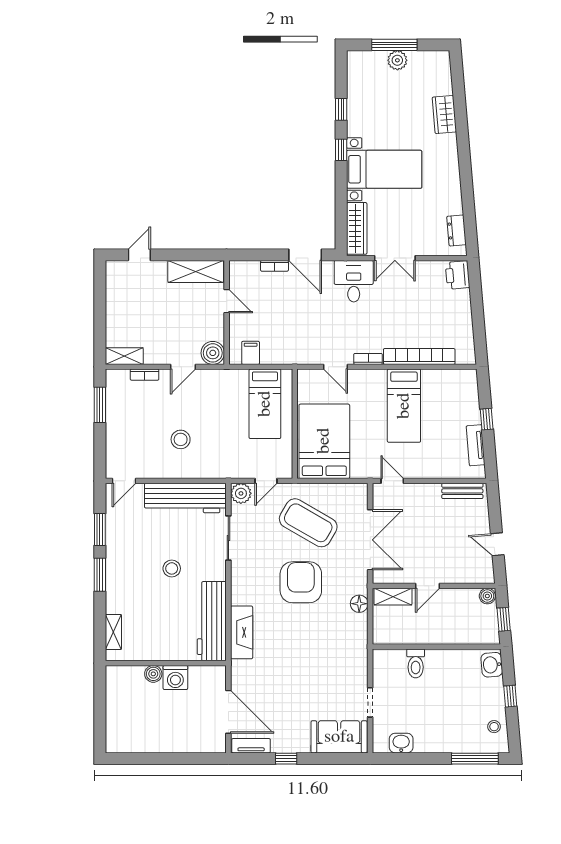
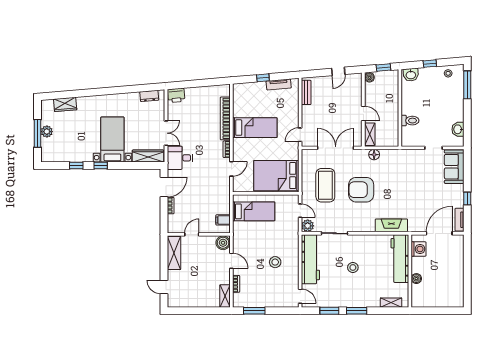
wardrobe: (444, 115) -> (65, 104), moved
coffee table: (308, 523) -> (325, 185), turned -30
workbench: (212, 621) -> (400, 259), moved, turned 90
washing machine: (175, 678) -> (419, 249), moved

